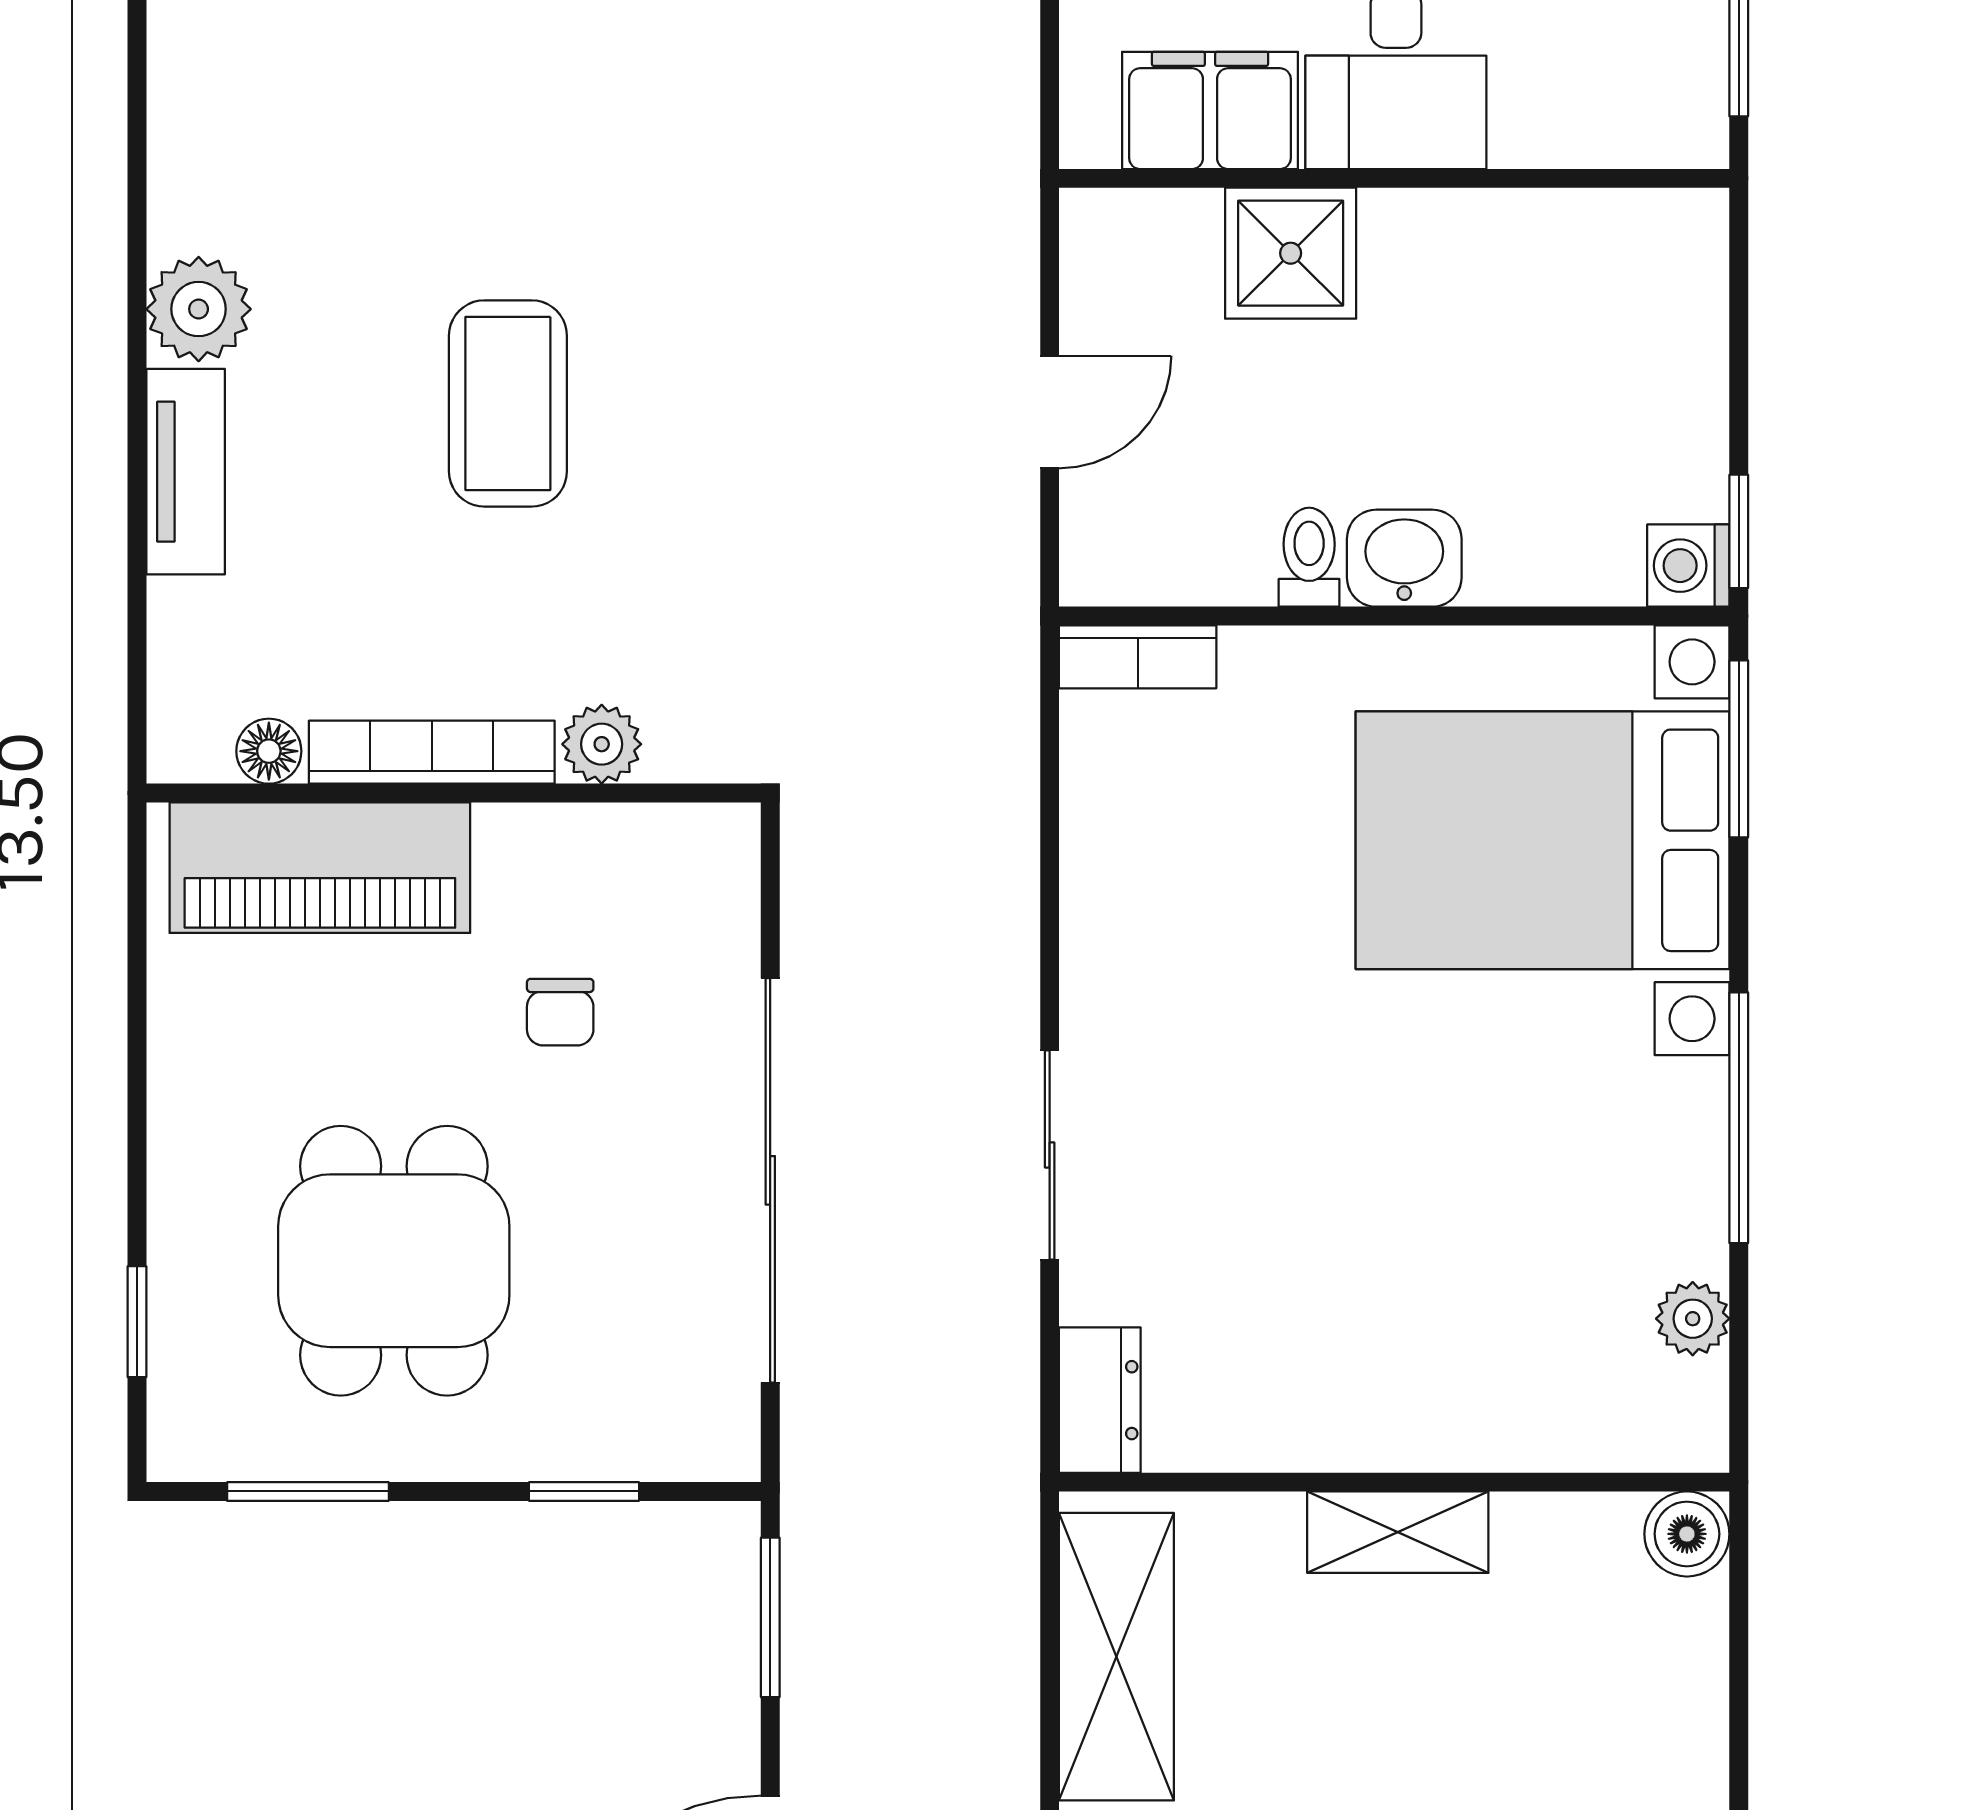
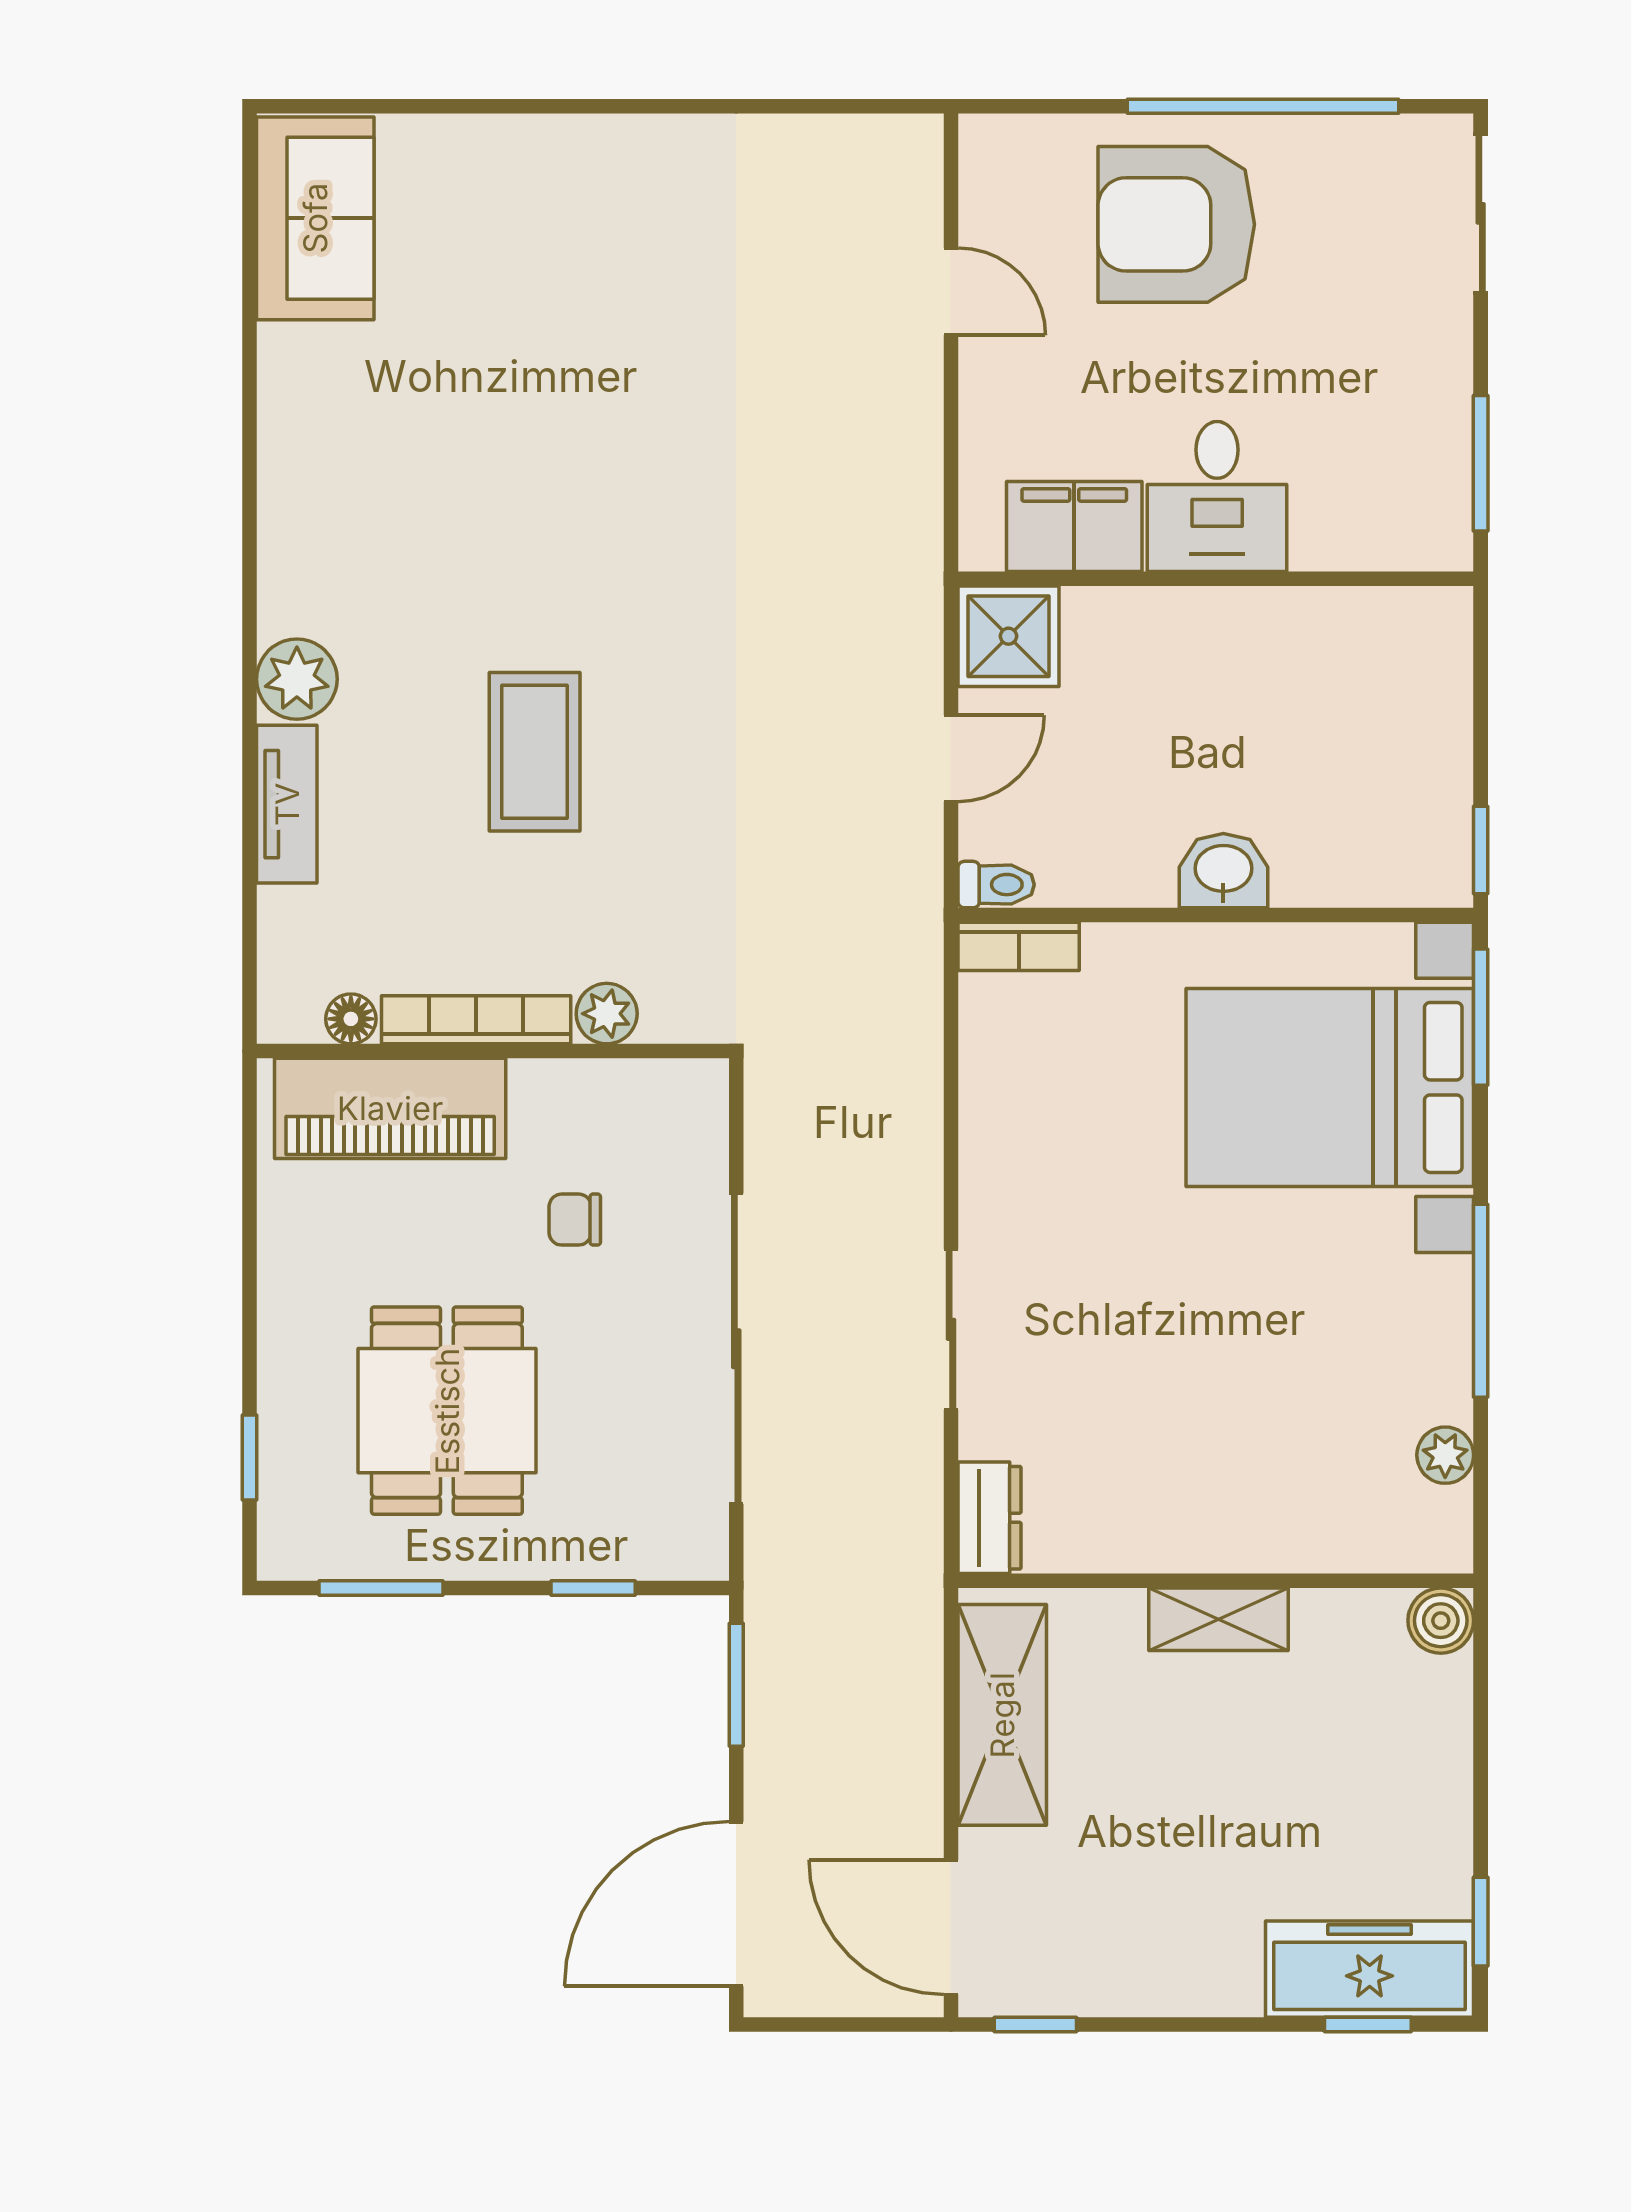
shower: (1291, 253) -> (1008, 636), moved
toilet: (1309, 557) -> (996, 885), moved, turned 90
washing machine: (1688, 566) -> (1442, 876), removed
chair: (560, 1012) -> (575, 1220), turned 90

